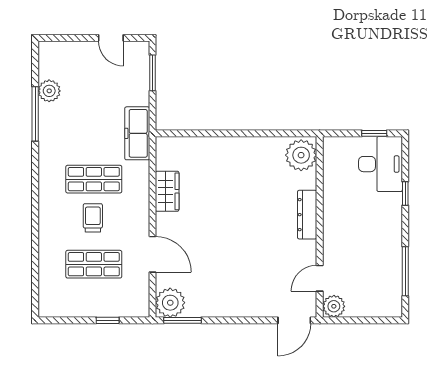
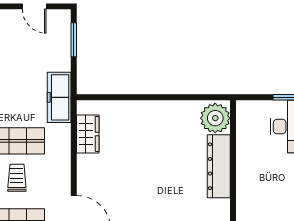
wardrobe: (167, 191) -> (88, 134), moved
dresser: (307, 215) -> (219, 166), width x1.37, depth x1.24

